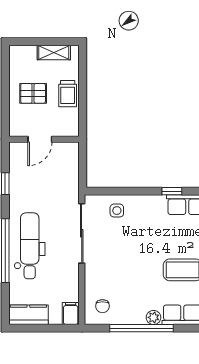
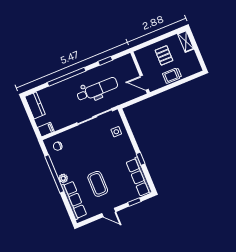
shelving: (54, 53) -> (186, 41), moved
door: (40, 139) -> (144, 83), moved
dental chair: (30, 246) -> (97, 89), moved

